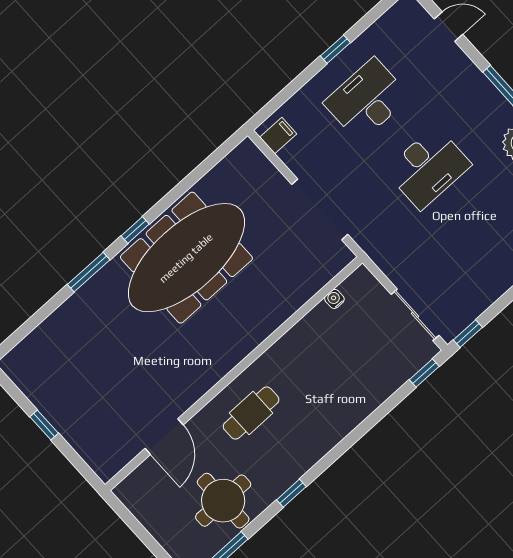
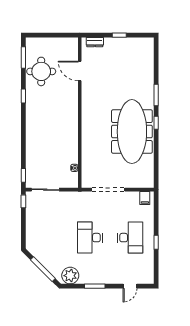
cafe table: (251, 413) -> (62, 107), removed
dresser: (93, 455) -> (95, 42), added

